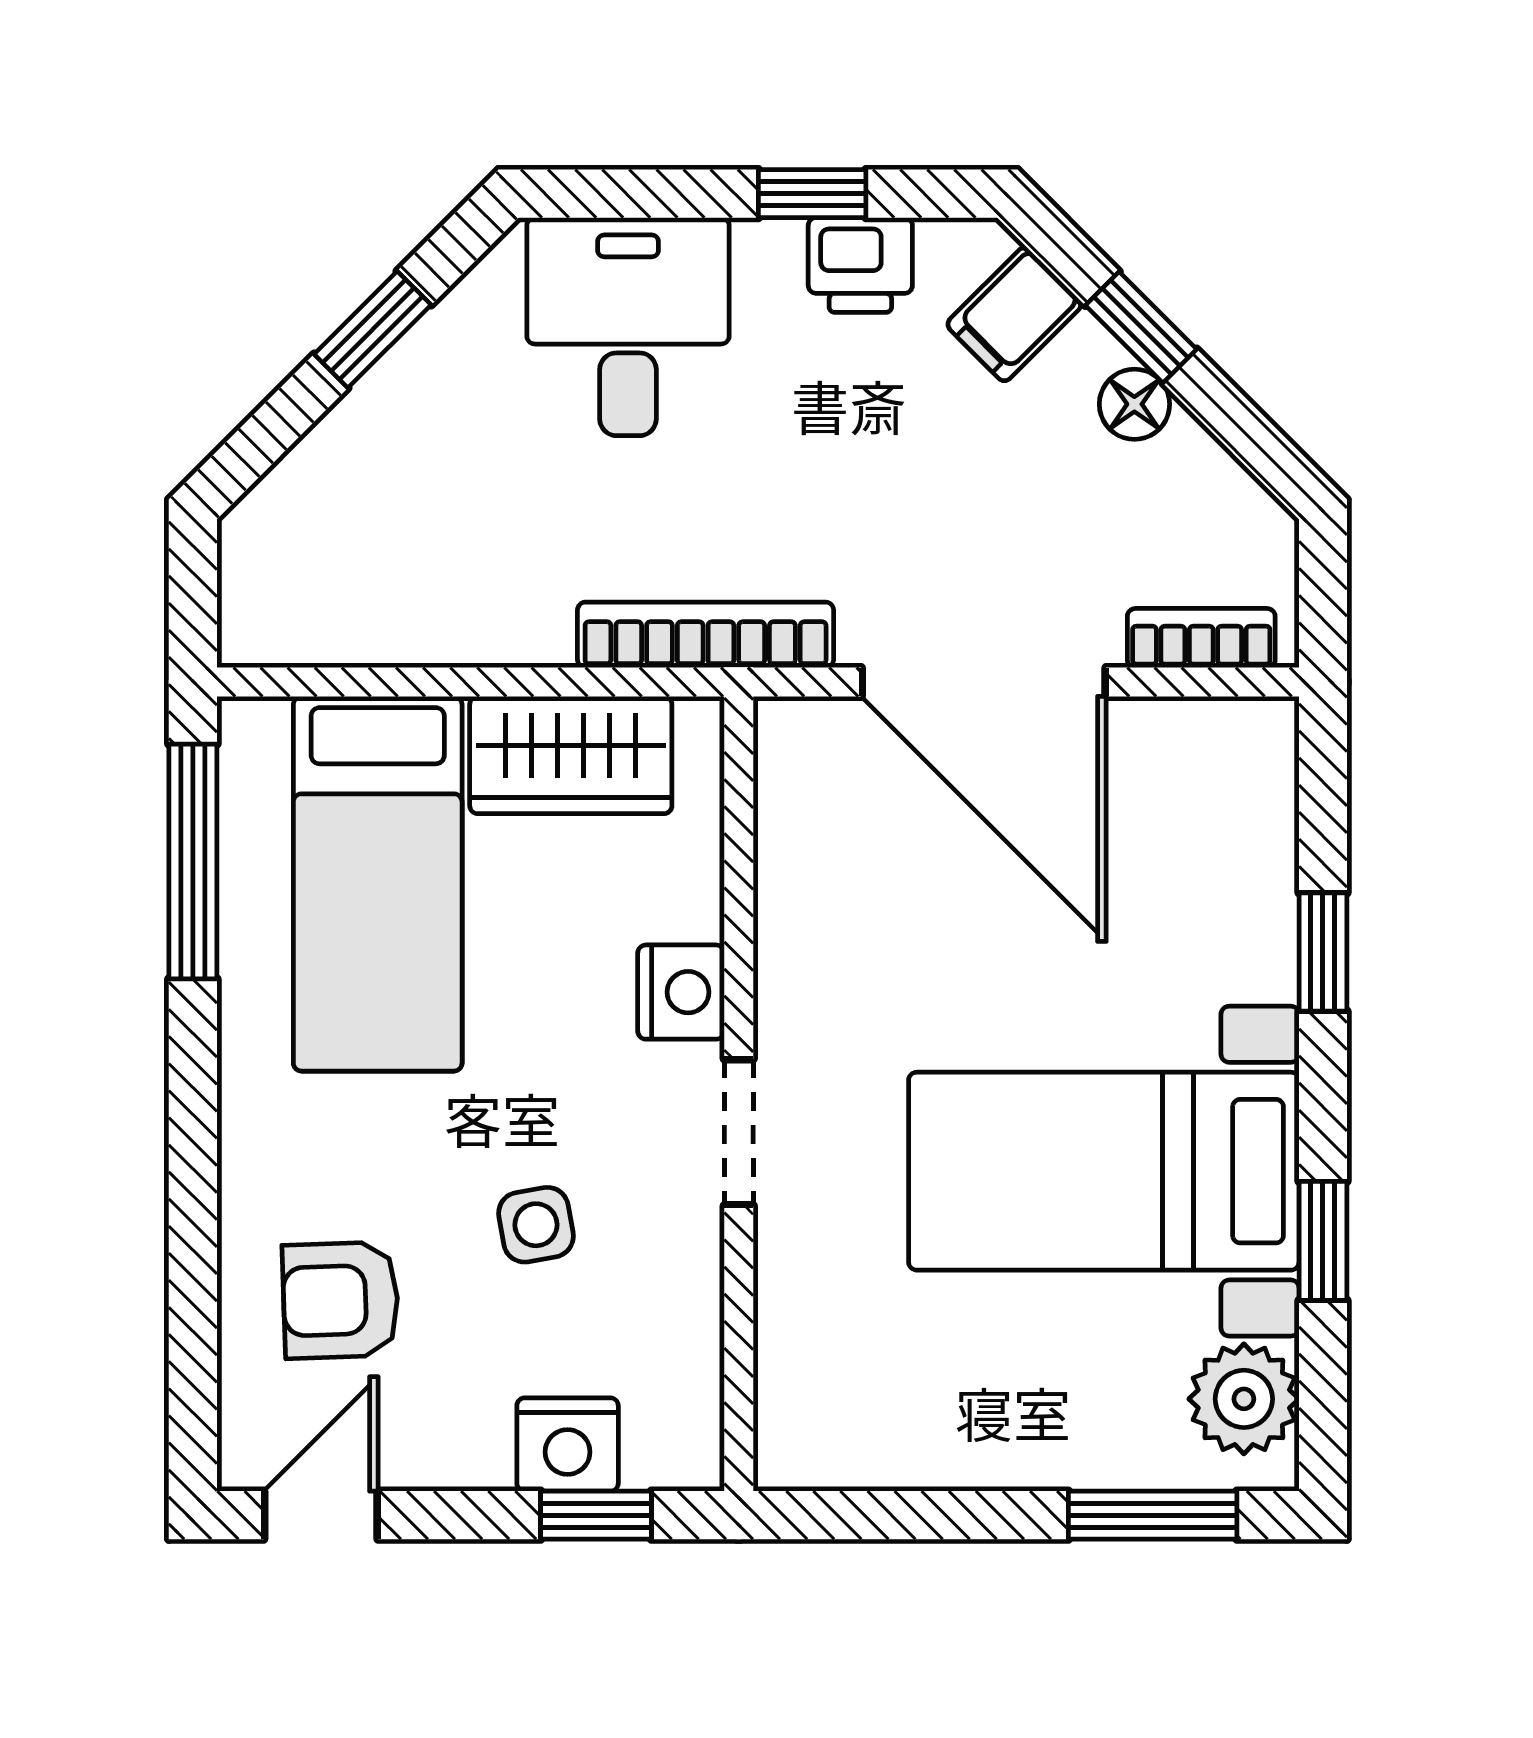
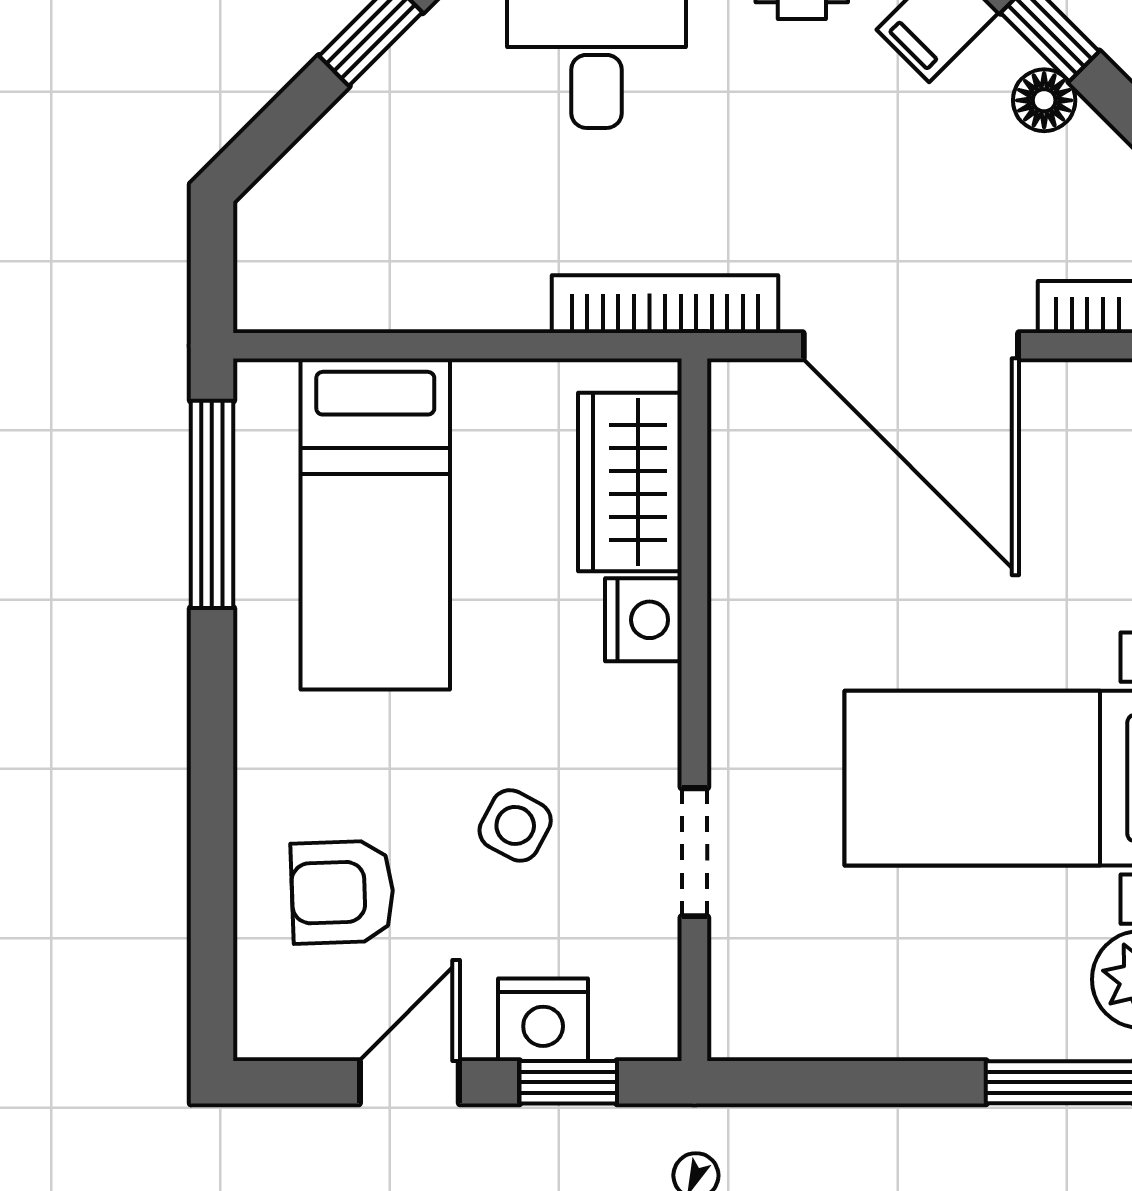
wardrobe: (571, 755) -> (630, 482), moved, turned 90
doorway: (739, 1132) -> (694, 852), moved
side table: (536, 1225) -> (515, 825), turned 38
door: (321, 1515) -> (409, 1082), moved

